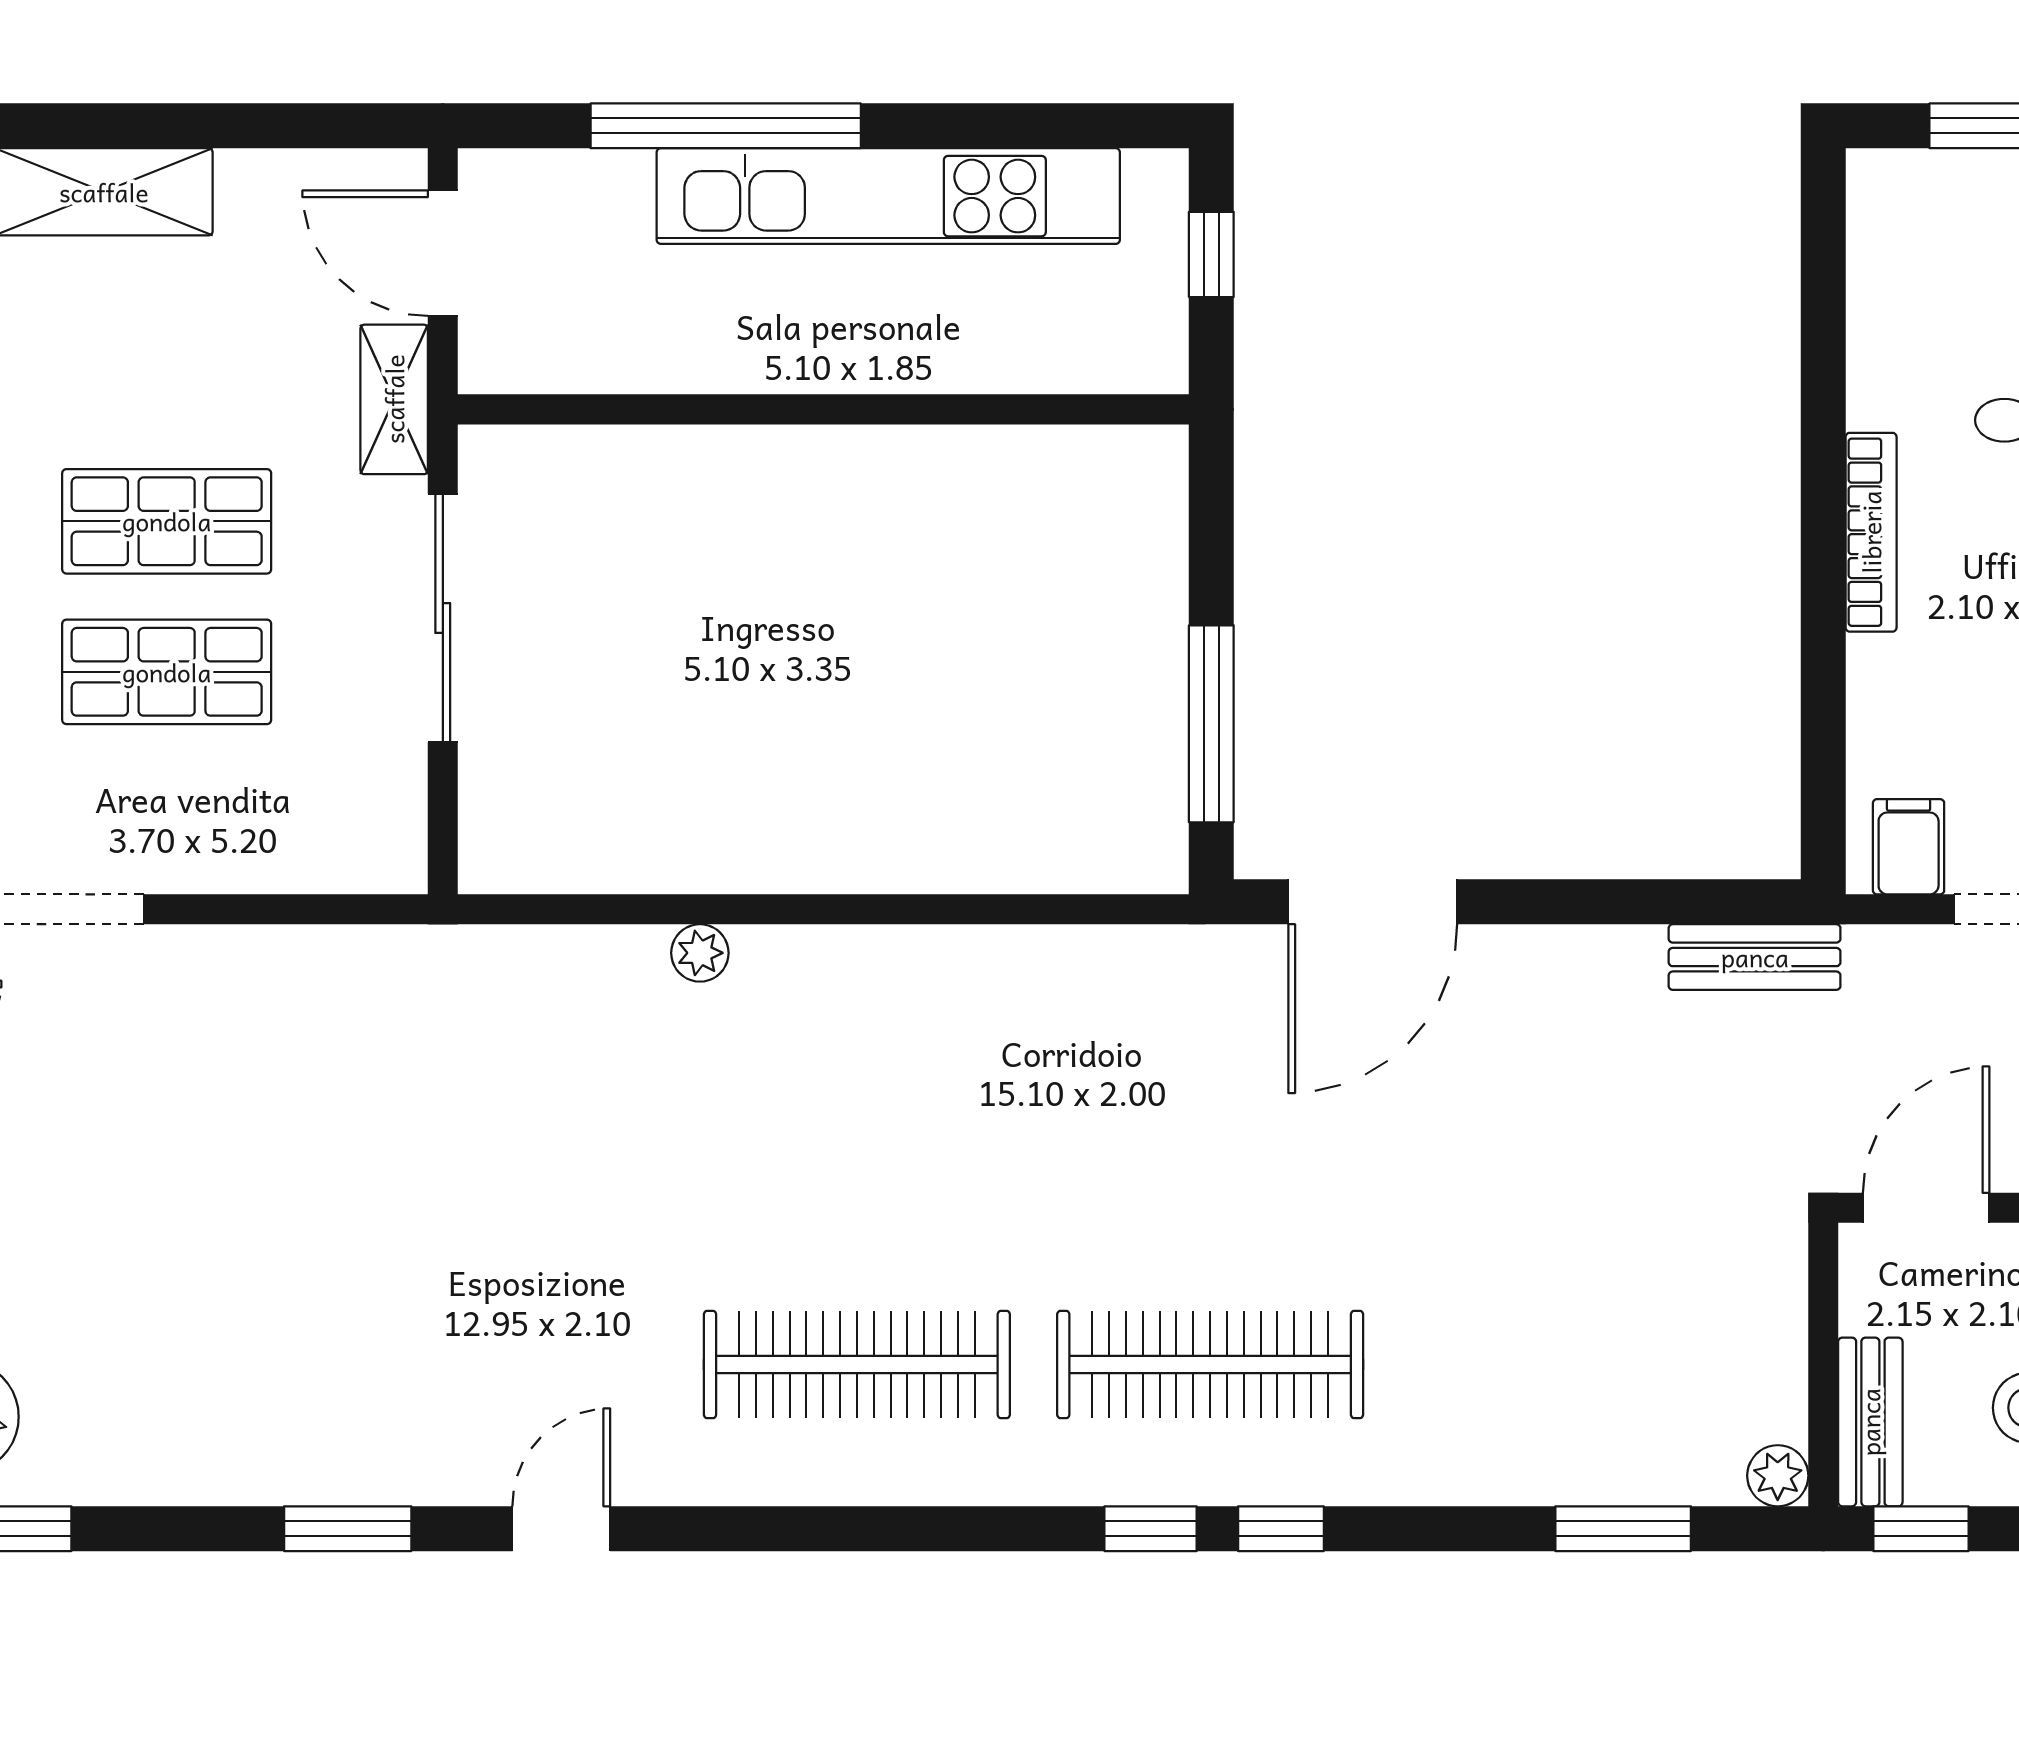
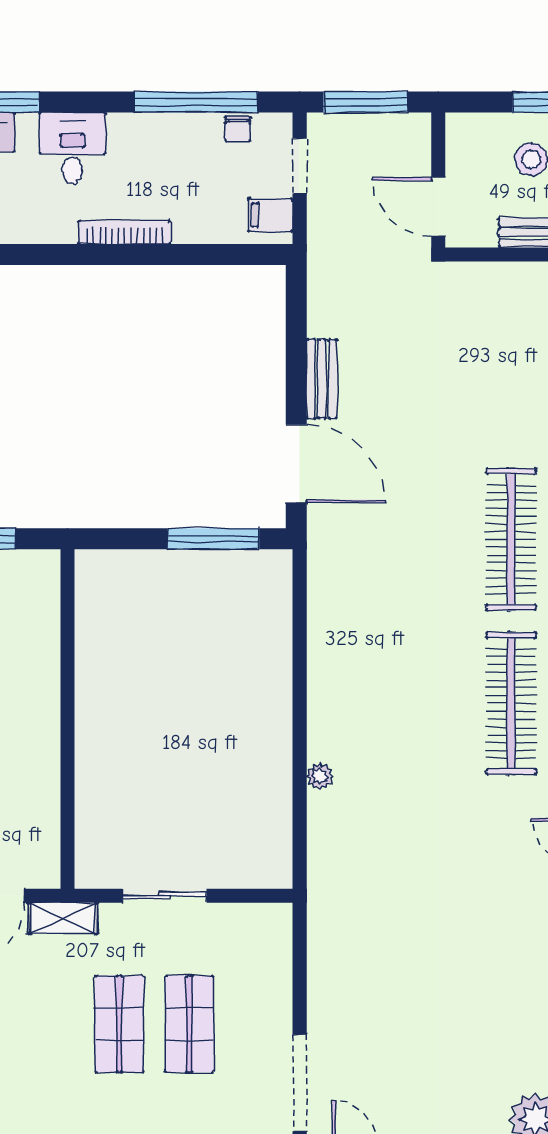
sliding door: (443, 618) -> (164, 896), width x0.73
bench: (1755, 957) -> (322, 379), moved

